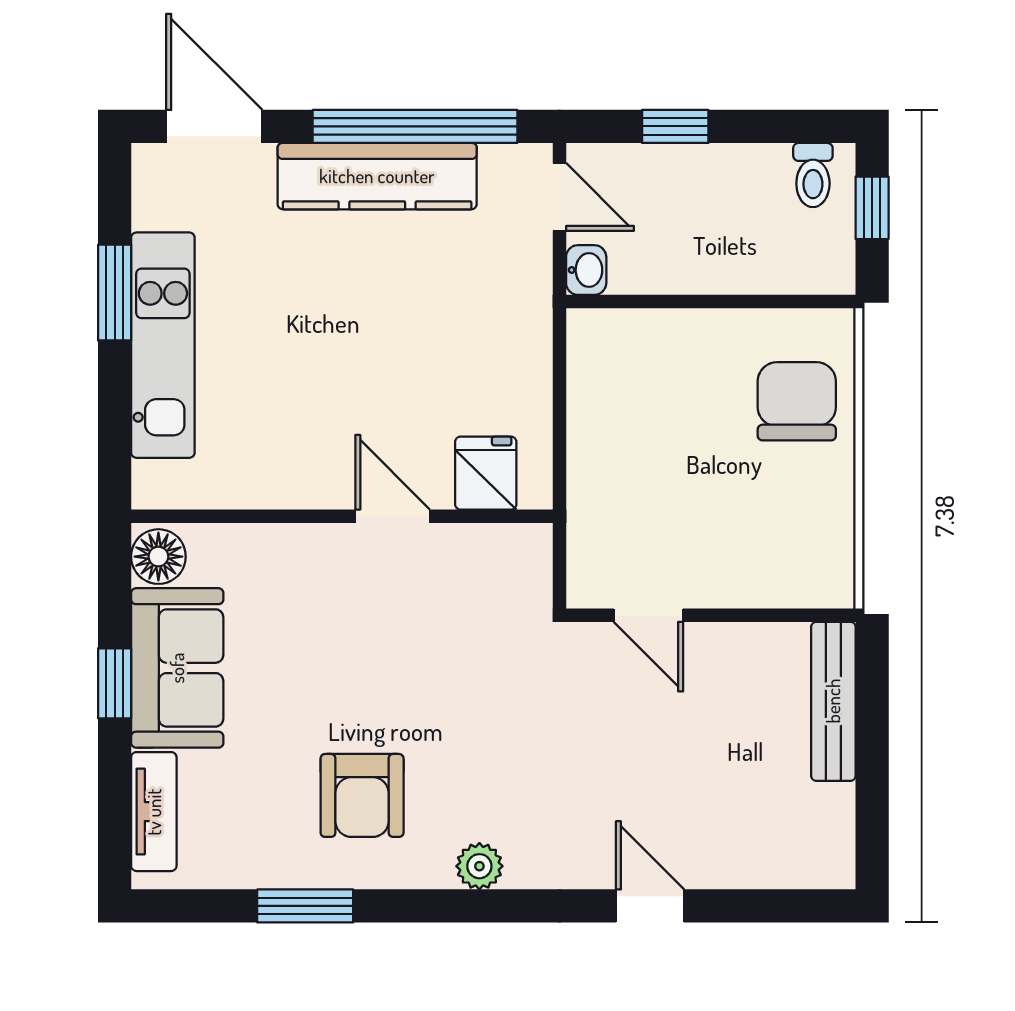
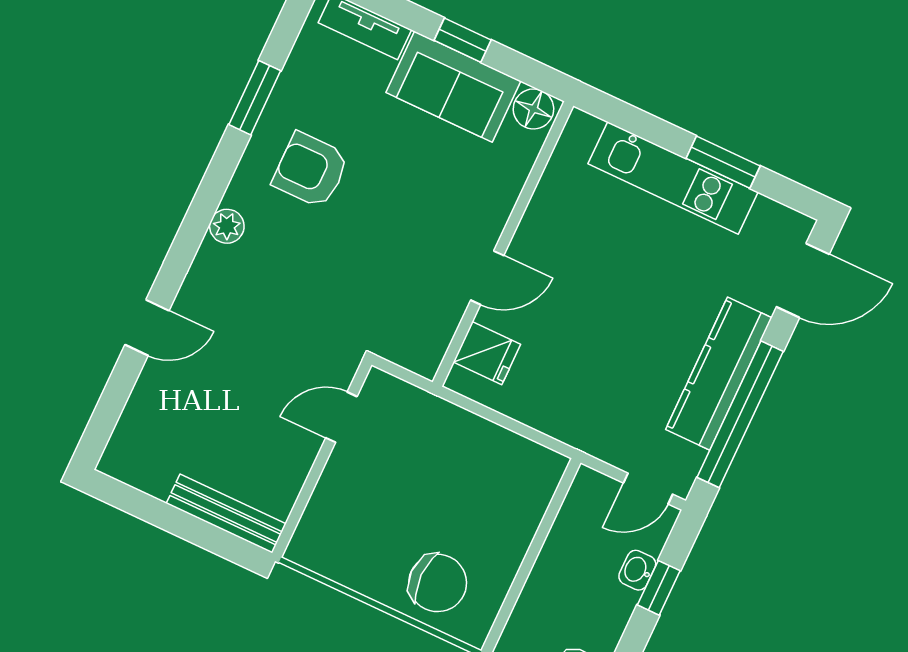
washbasin: (586, 270) -> (637, 570), moved, turned 90

